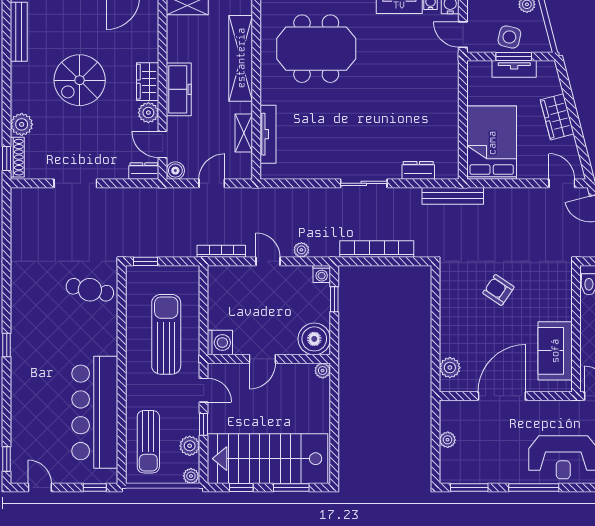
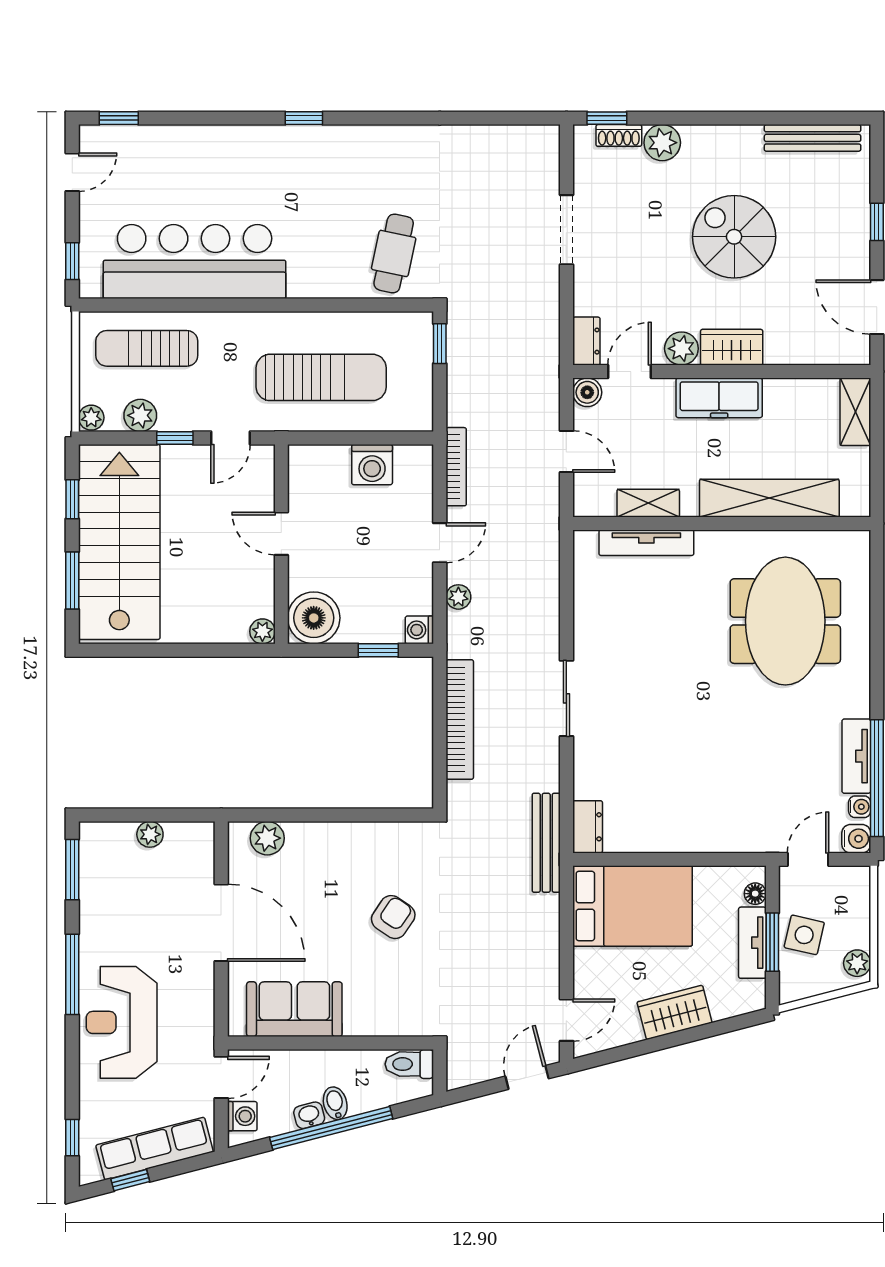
floor lamp: (484, 67) -> (755, 894), added
shoe rack: (17, 157) -> (619, 135), width x0.70
dresser: (418, 170) -> (588, 827), moved
washing machine: (220, 343) -> (372, 465), moved

